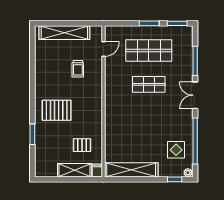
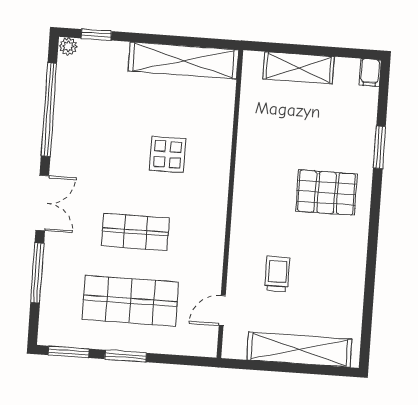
pallet: (82, 145) -> (280, 118), removed
display table: (176, 150) -> (168, 154), moved
filing cabinet: (97, 170) -> (370, 72), moved

